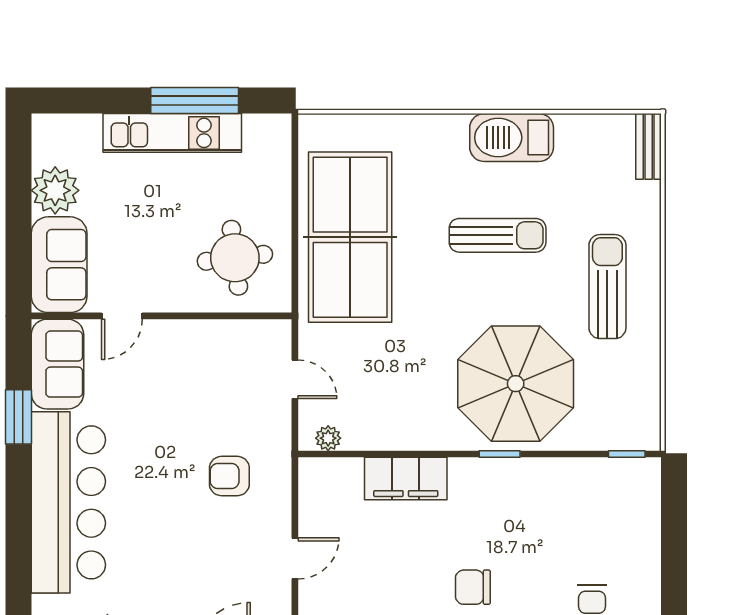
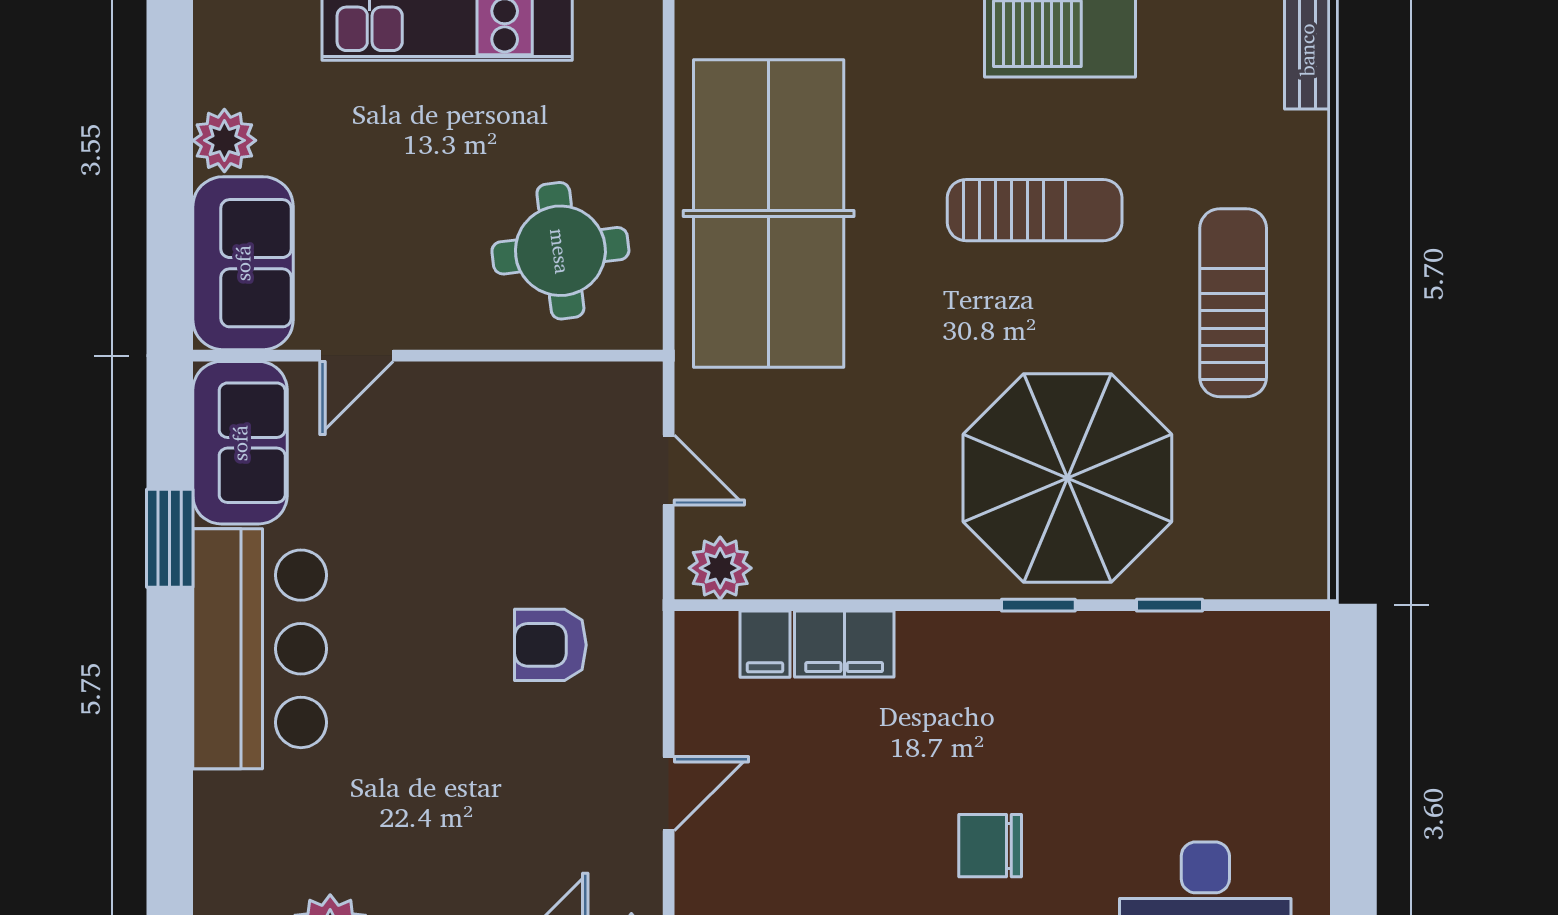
plant: (55, 190) -> (224, 140), width x0.73, depth x0.73
plant: (328, 438) -> (720, 568), width x1.38, depth x1.38
window: (627, 454) -> (1169, 605), moved
filing cabinet: (348, 476) -> (765, 644), added
filing cabinet: (406, 479) -> (844, 644), width x0.67, depth x0.86
bar counter: (68, 502) -> (260, 649), width x0.73

